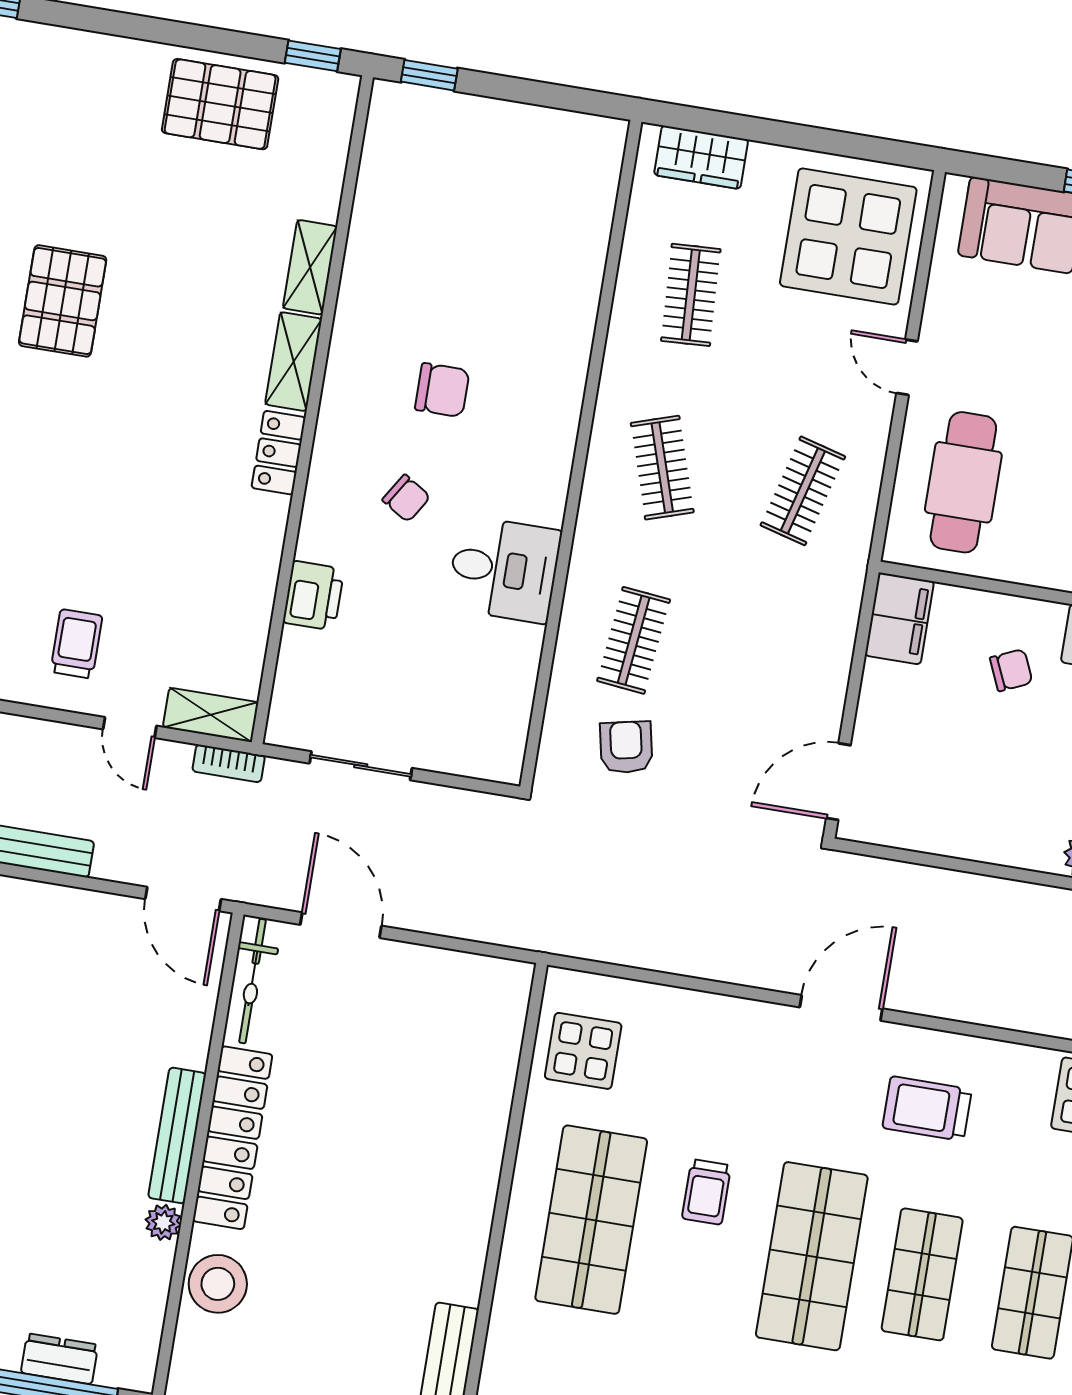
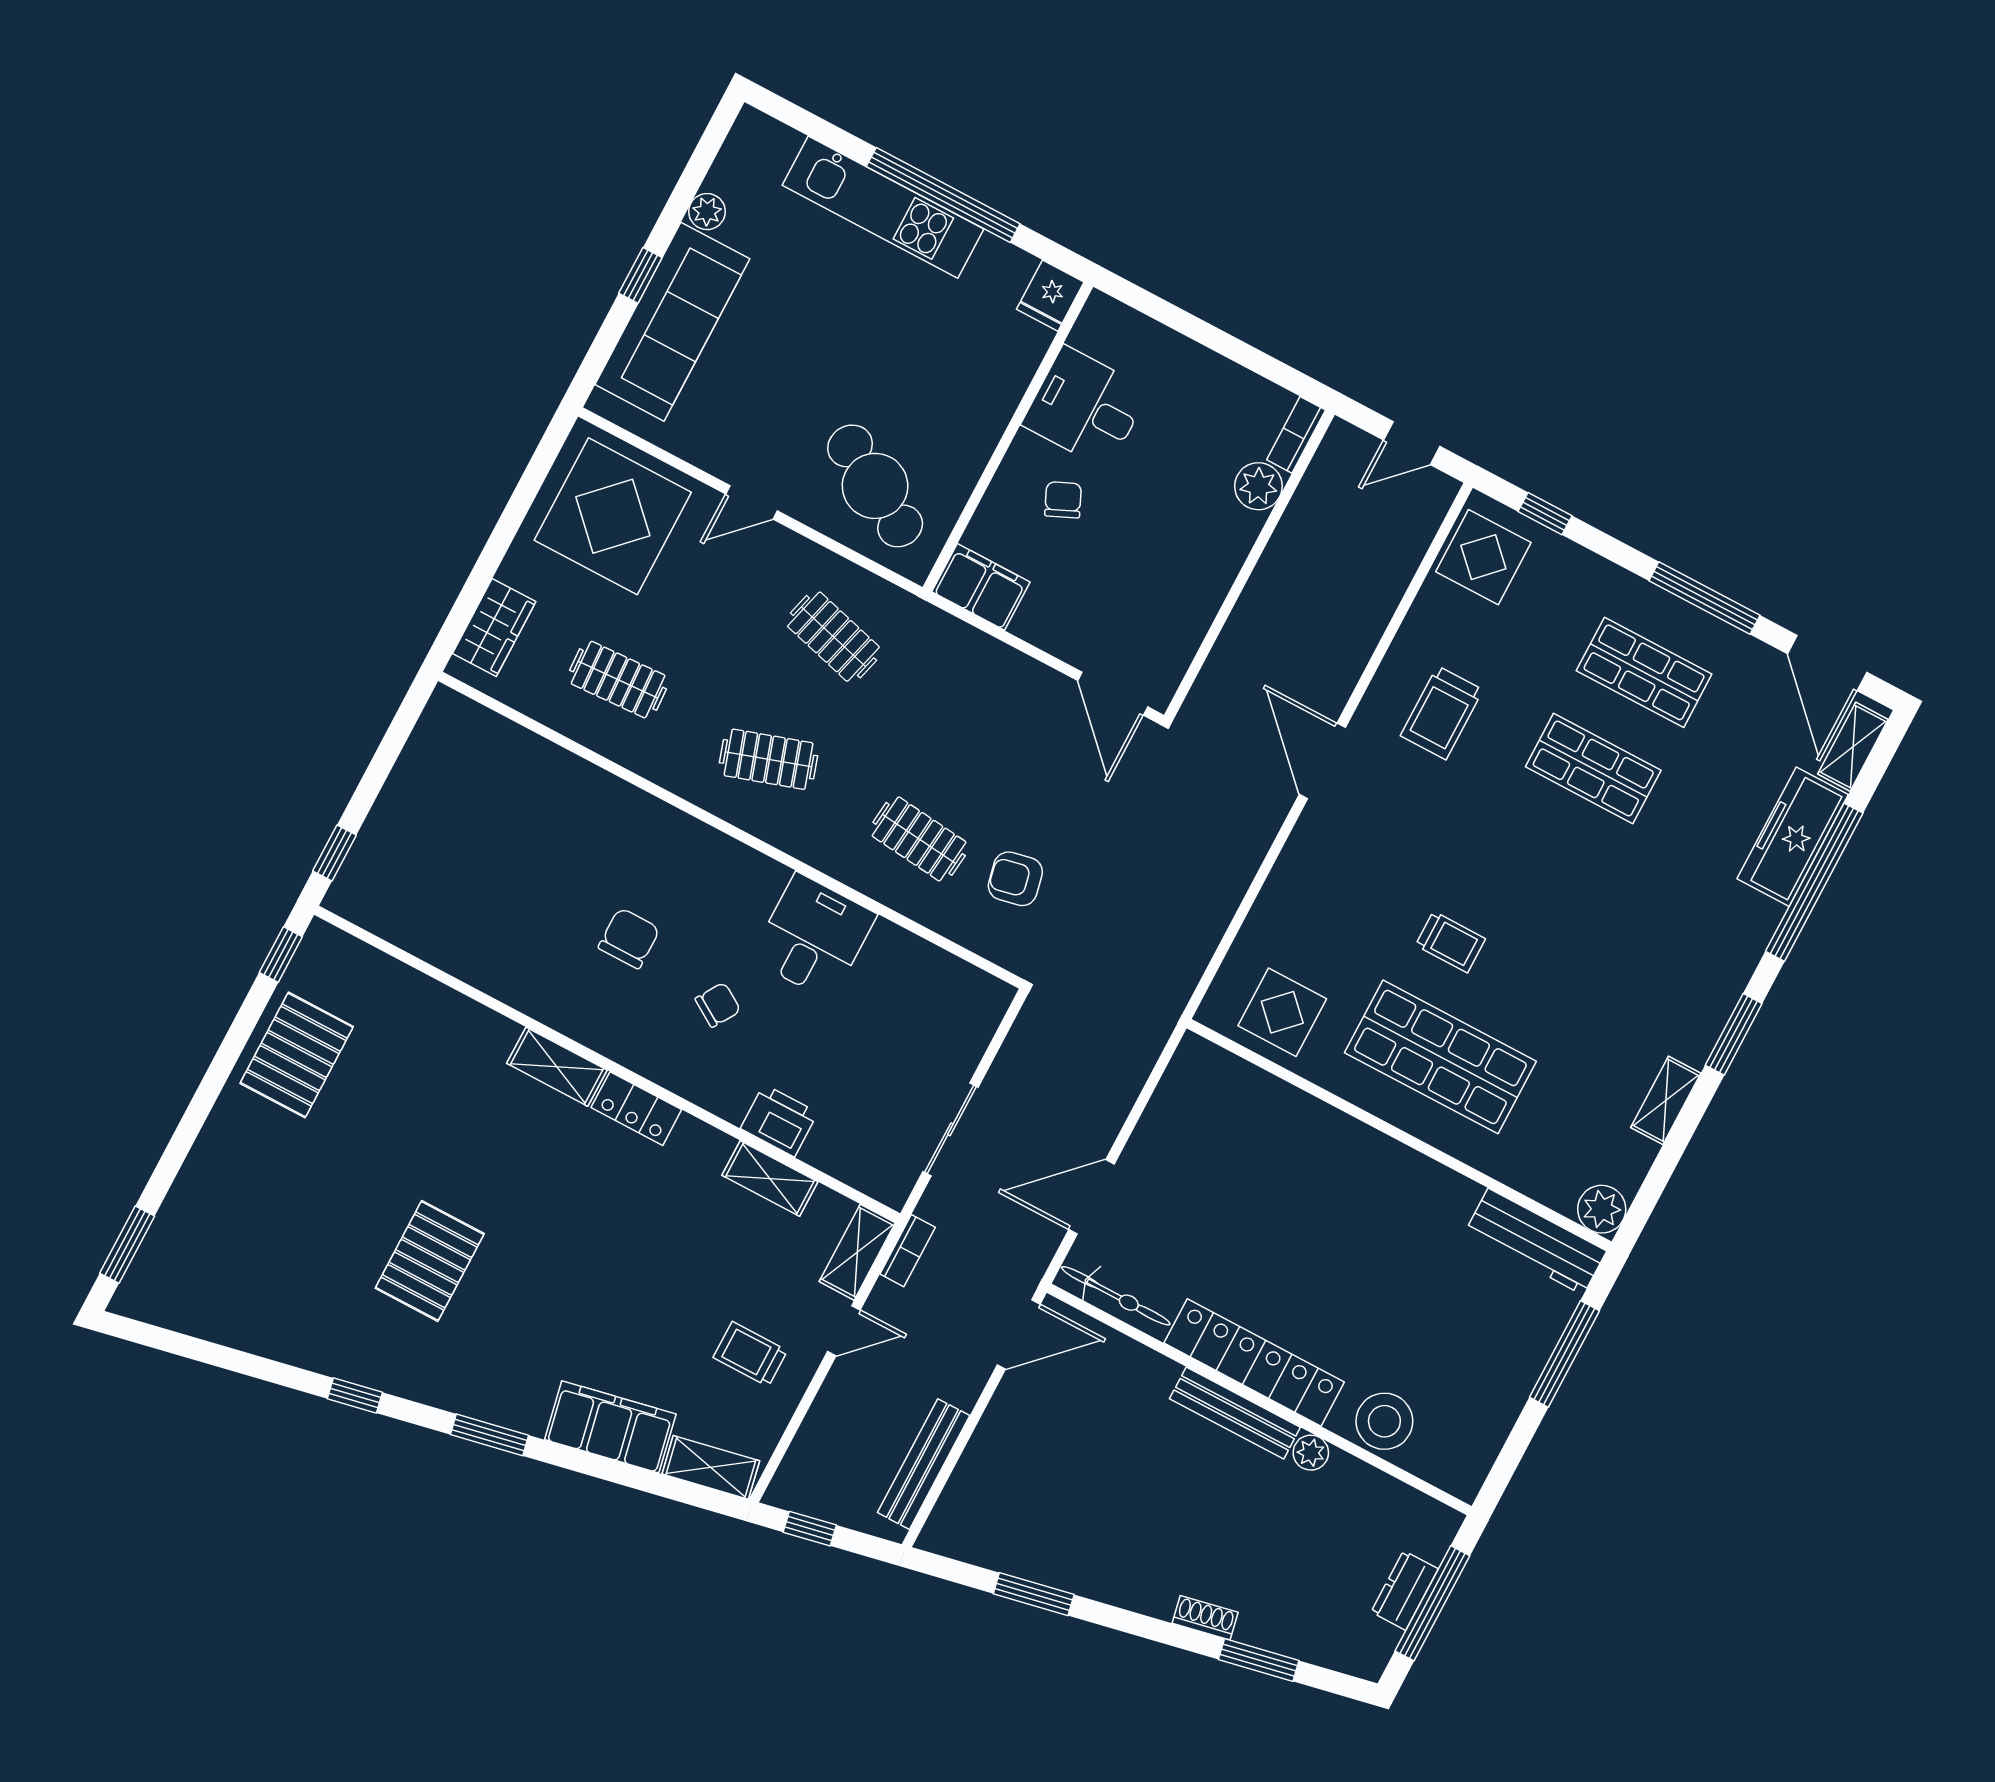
shelving: (310, 267) -> (770, 1178), moved
pallet: (63, 301) -> (430, 1261), turned 90
cafe table: (963, 482) -> (875, 486), turned 30
shop shelf: (812, 1256) -> (1542, 865), removed

